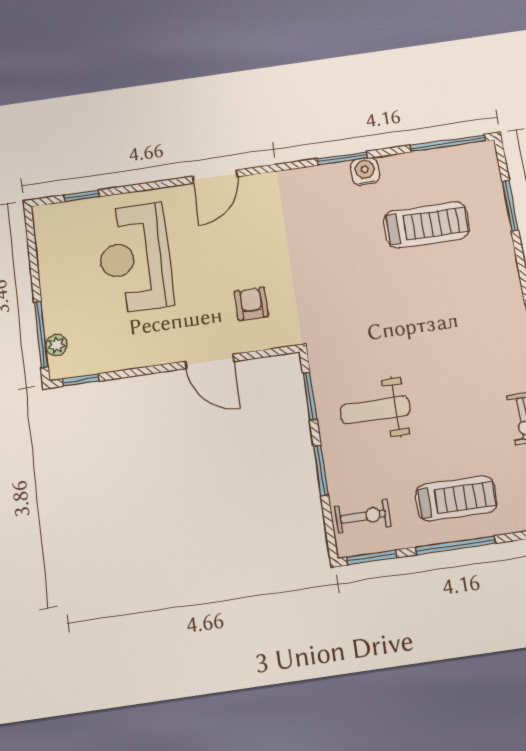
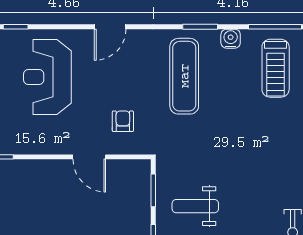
water cooler: (365, 171) -> (231, 39), moved
treadmill: (427, 225) -> (276, 68), moved, turned 90
exercise mat: (330, 229) -> (184, 76), added

